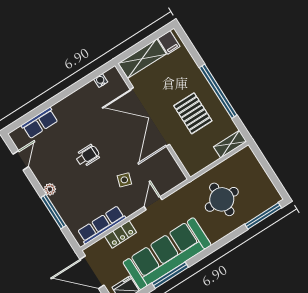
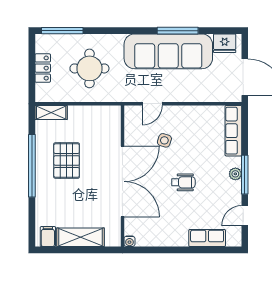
double door: (150, 117) -> (122, 181), moved
wall: (153, 121) -> (122, 176), moved
wheelchair: (87, 156) -> (183, 182), turned 180
window: (53, 212) -> (245, 175), moved
row of seats: (102, 225) -> (233, 131), moved, turned 90
locker: (121, 234) -> (43, 68), moved, turned 90

